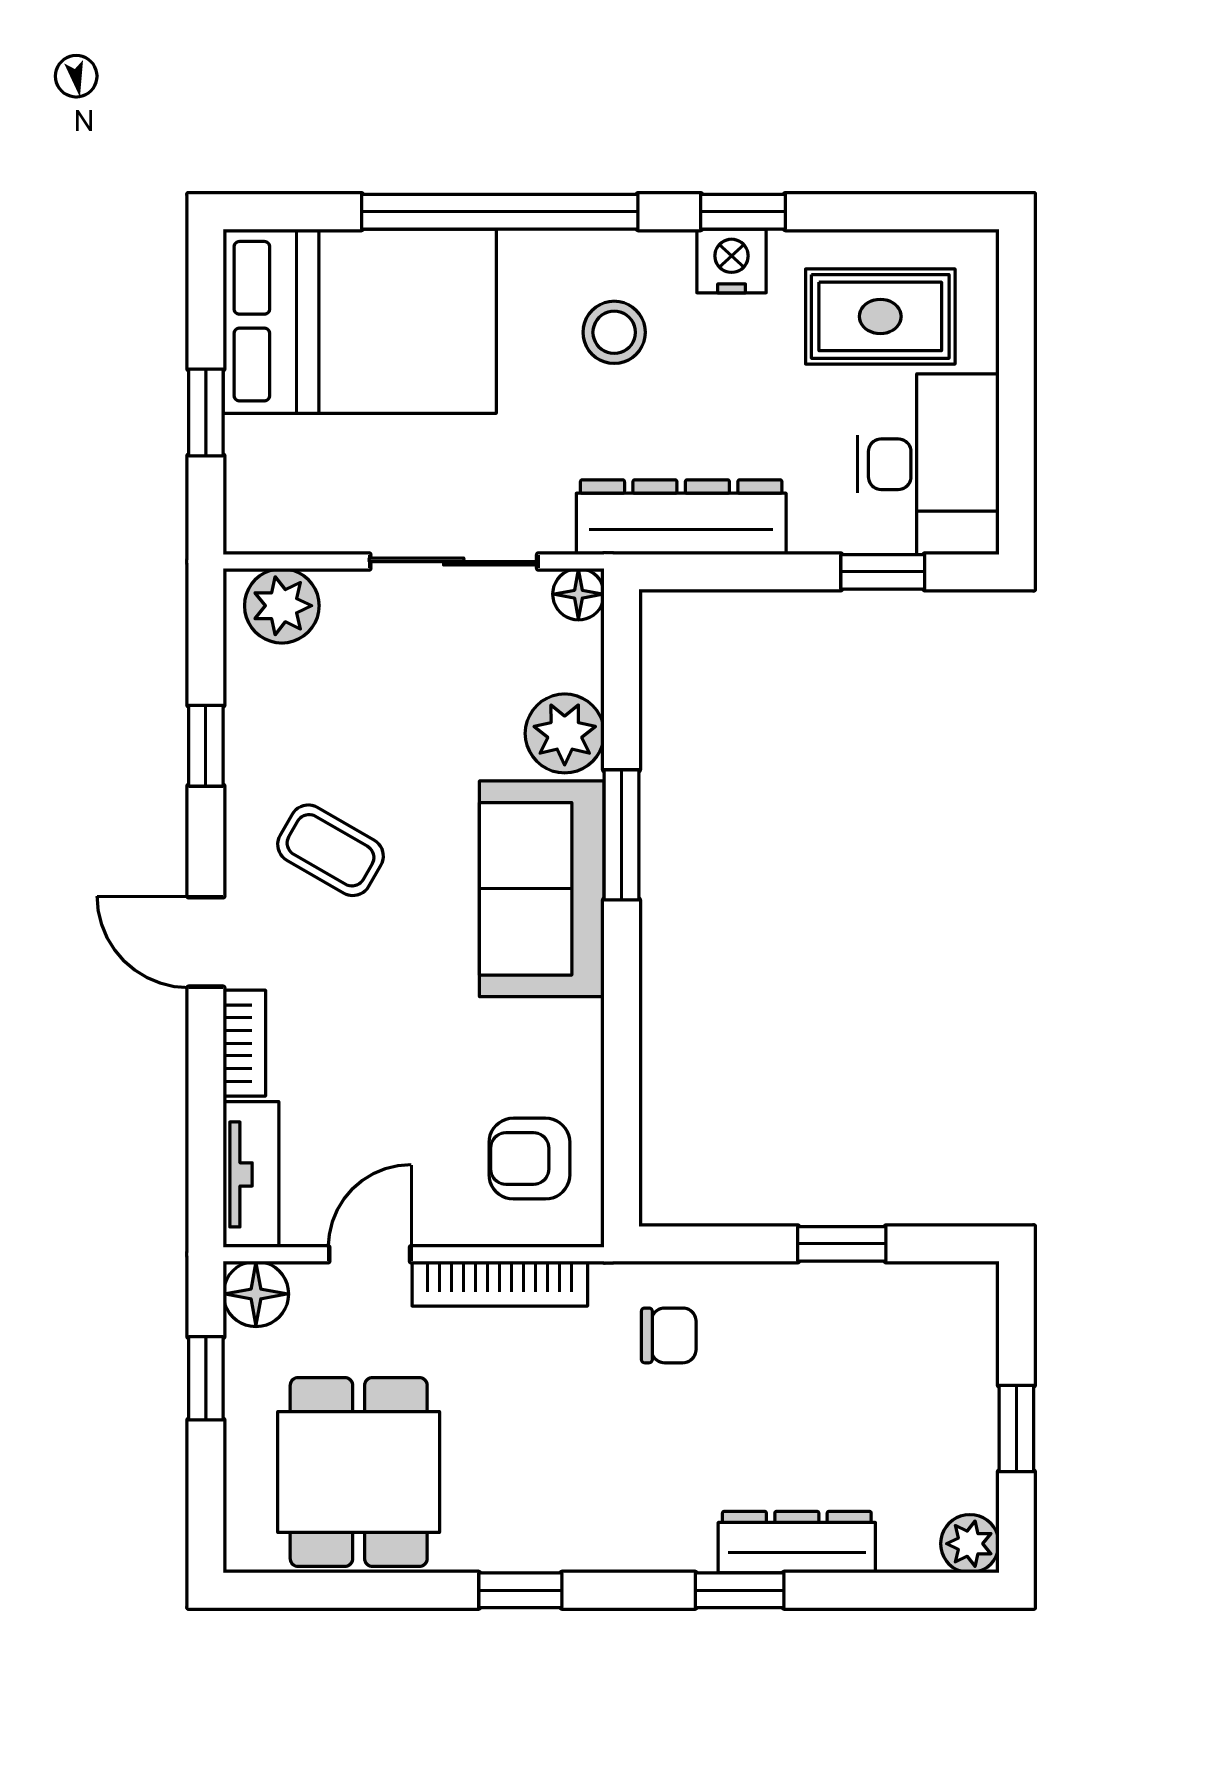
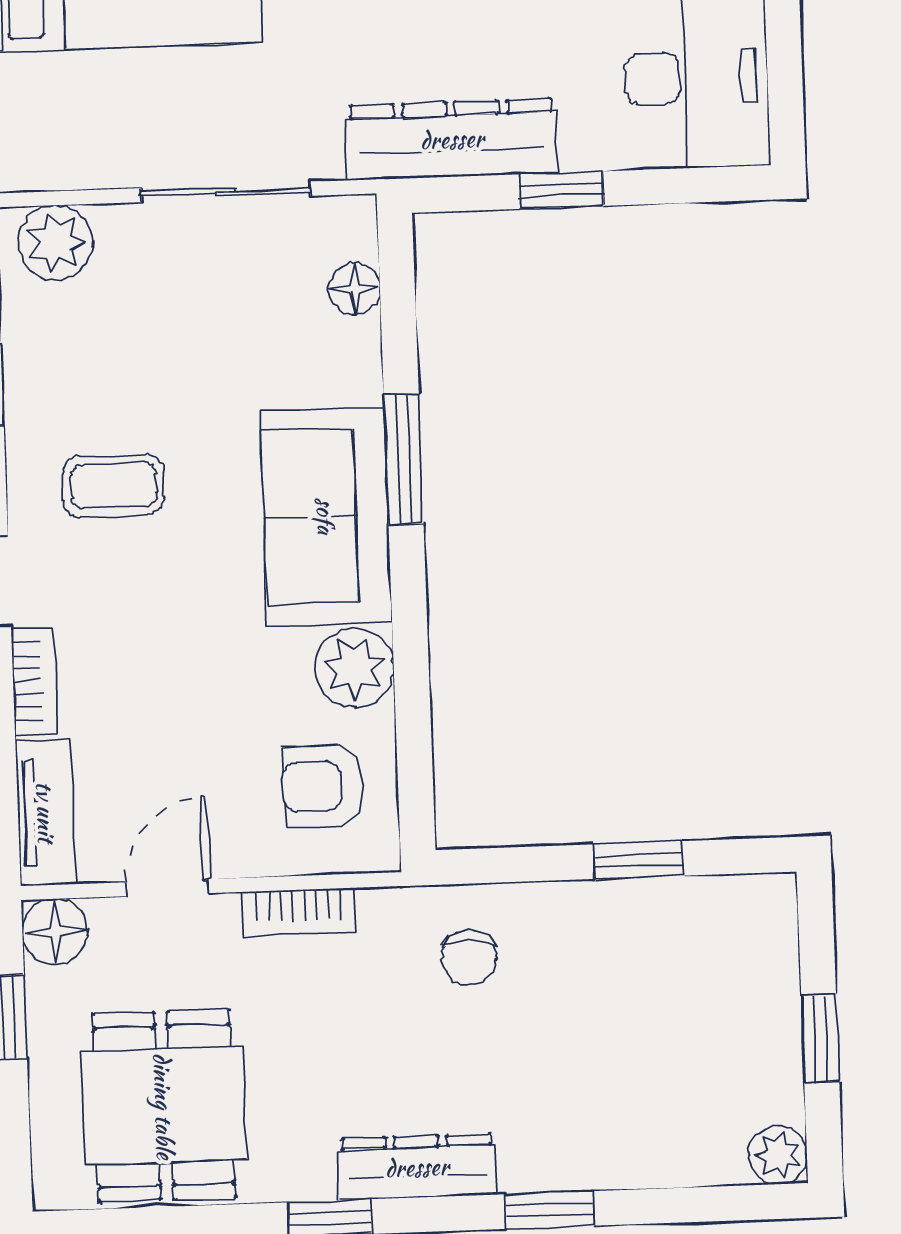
window: (883, 572) -> (561, 190), moved
floor lamp: (578, 594) -> (354, 289), moved
plant: (565, 733) -> (354, 668), moved
coffee table: (331, 850) -> (113, 485), turned -30
bookcase: (500, 1284) -> (298, 912), width x0.64
chair: (669, 1335) -> (469, 958), turned 90
dresser: (797, 1542) -> (417, 1167), moved

